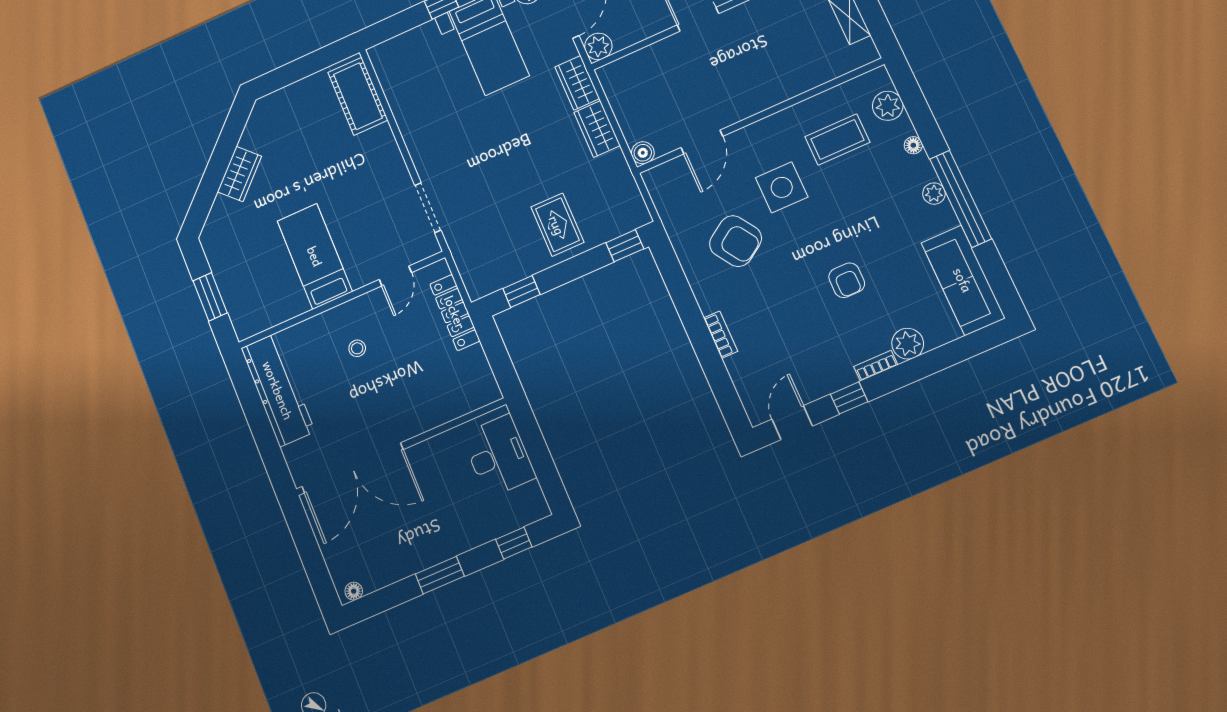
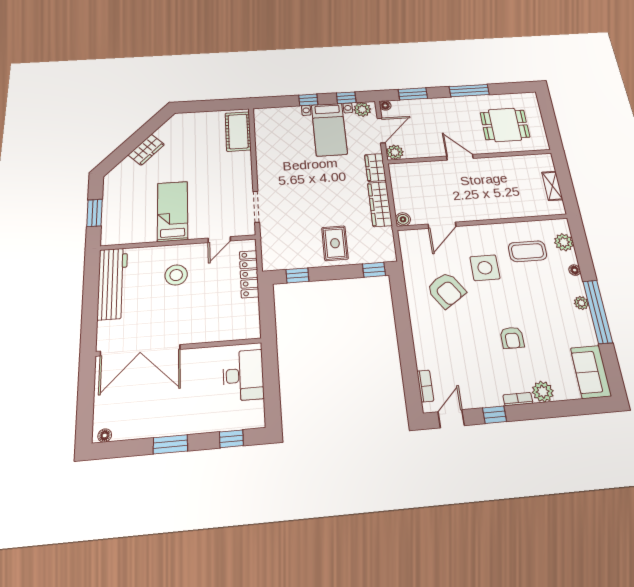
wardrobe: (597, 129) -> (380, 204), width x1.50
sofa: (963, 280) -> (591, 372), width x0.73
bookcase: (721, 335) -> (425, 386), moved
stool: (357, 348) -> (176, 275), width x1.89, depth x1.89

